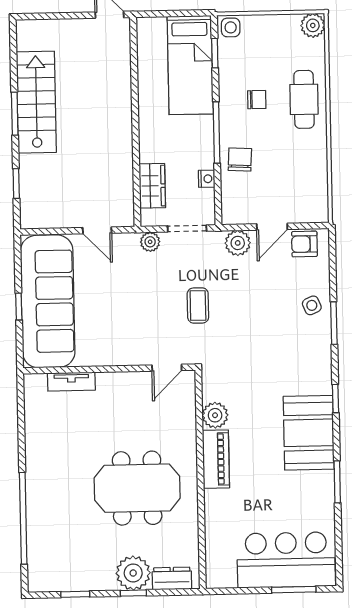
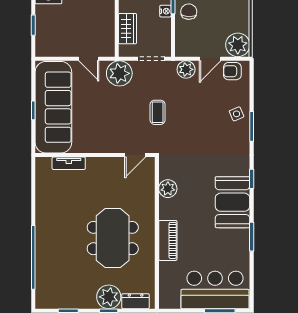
nightstand: (207, 179) -> (165, 11), moved
plant: (312, 206) -> (238, 45), added
plant: (150, 242) -> (119, 73), width x1.88, depth x1.88
piano: (216, 459) -> (168, 240), moved
meeting table: (137, 488) -> (113, 238), turned 90

